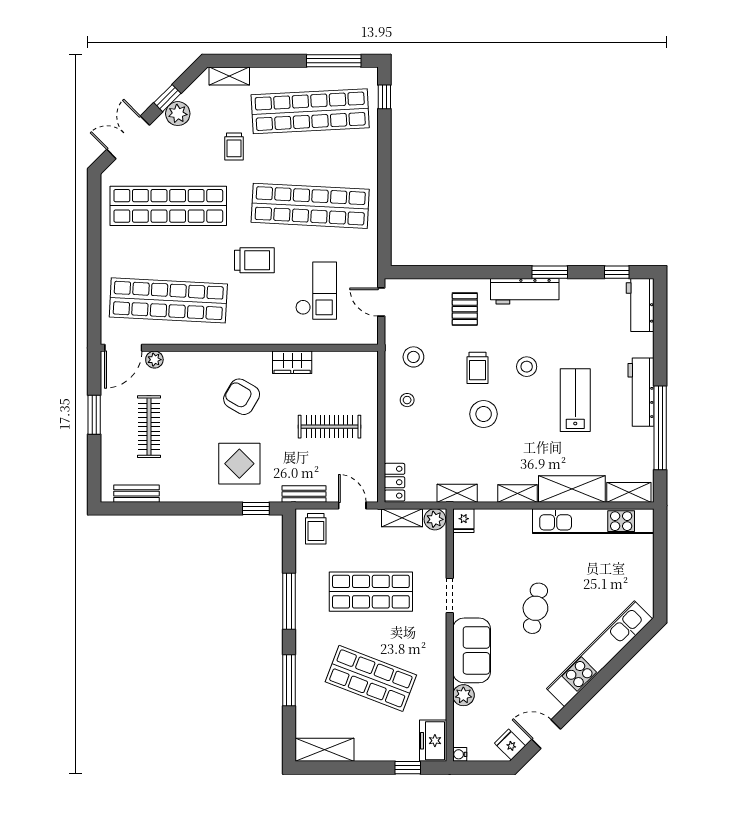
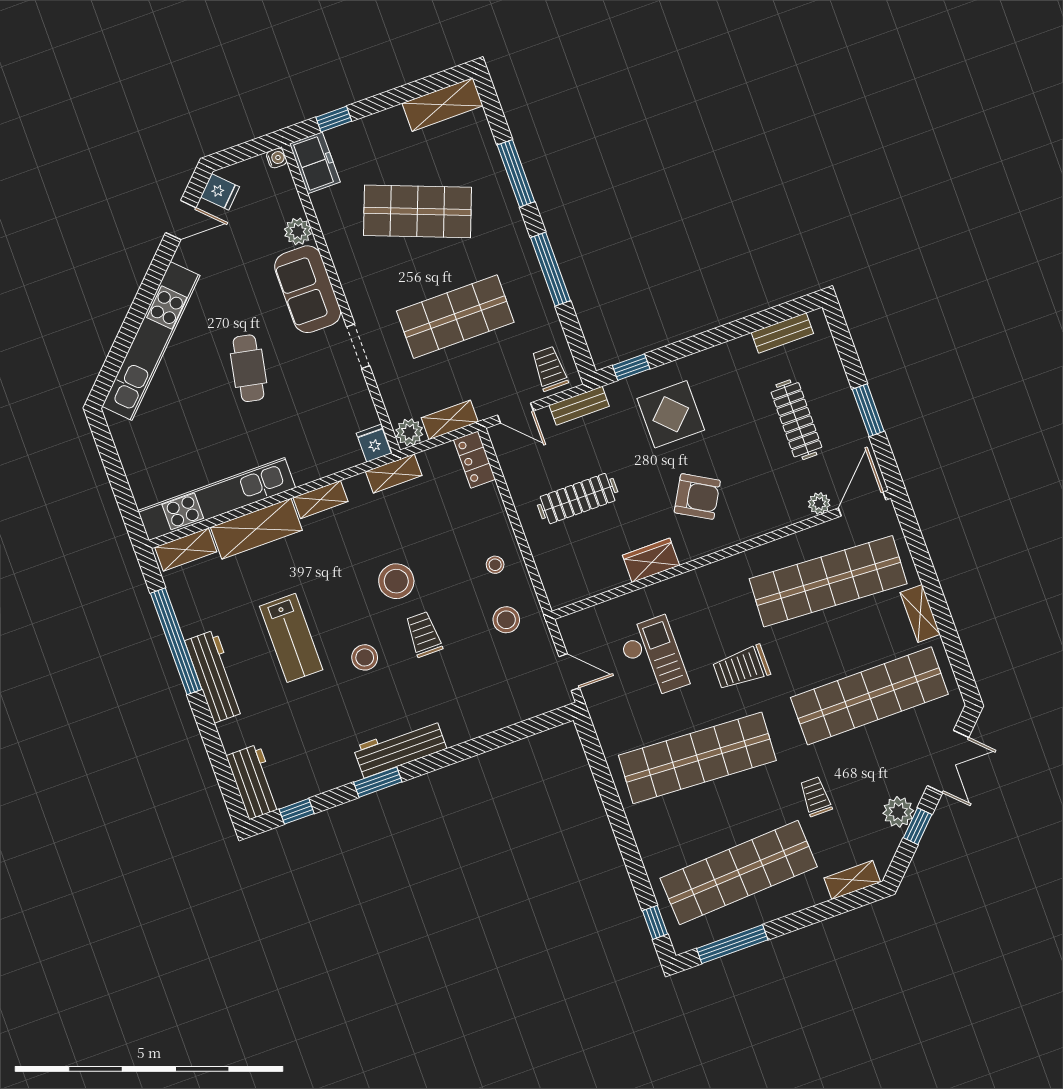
shelving: (110, 253) -> (920, 613), added
checkout: (316, 291) -> (653, 658), turned 180
pallet: (465, 309) -> (465, 700), removed

